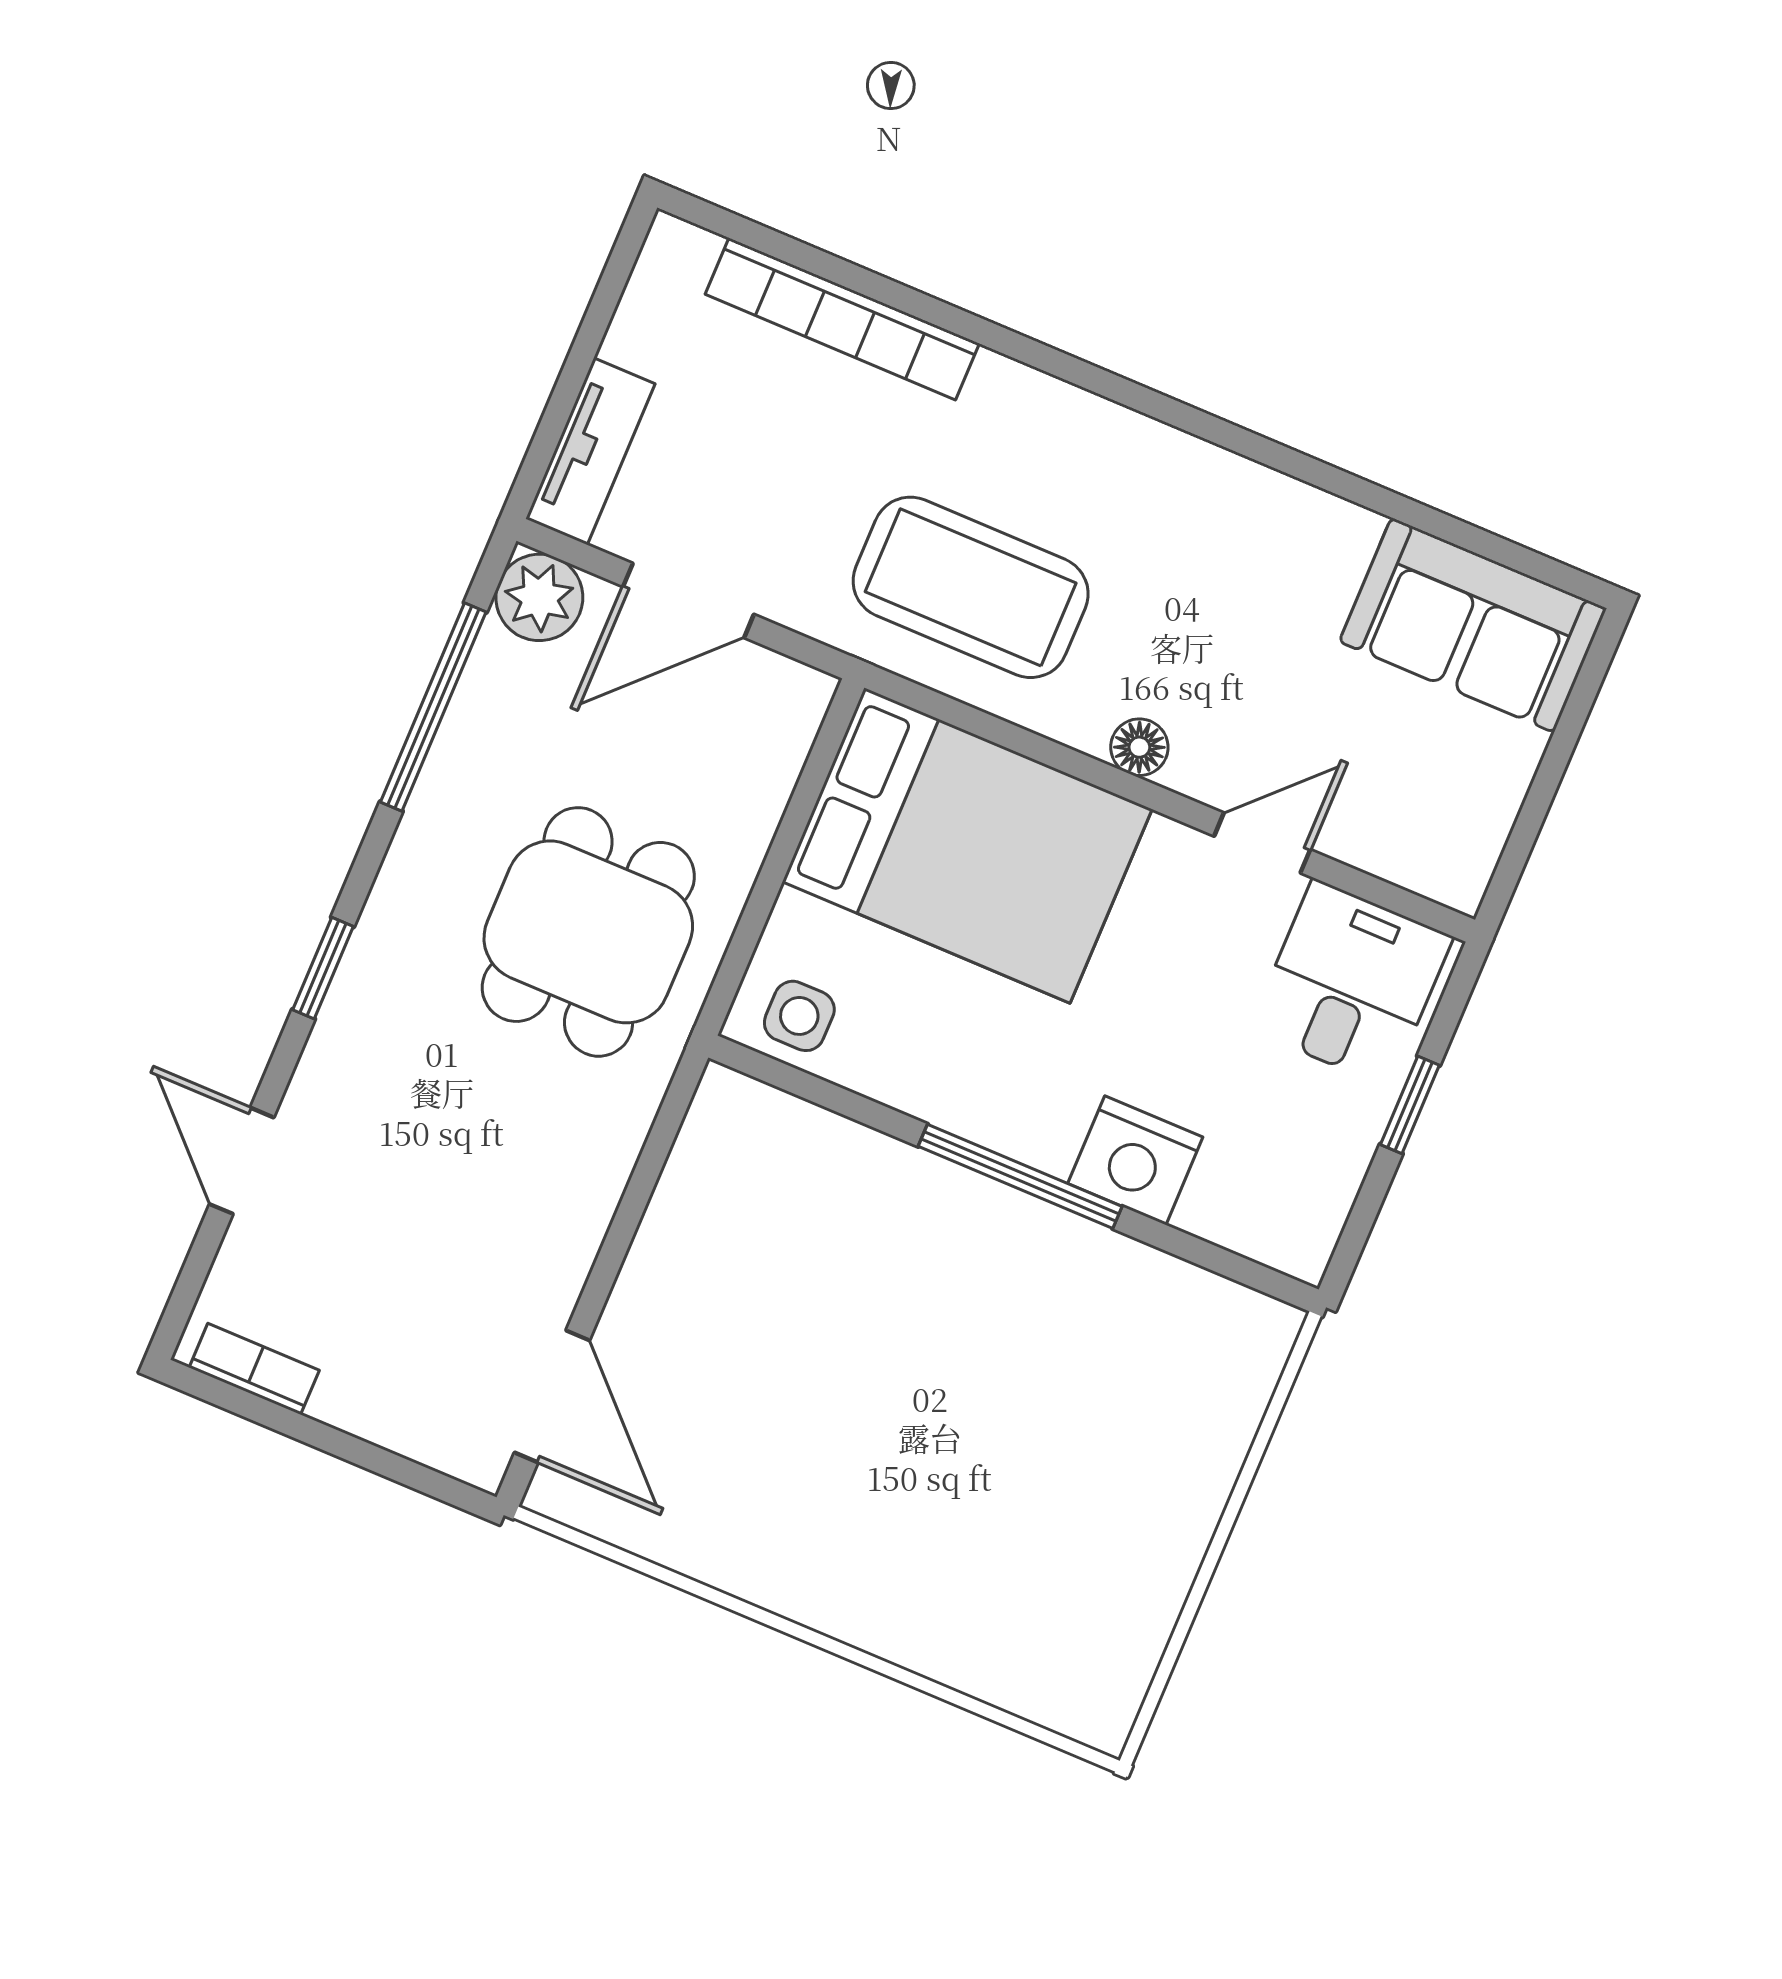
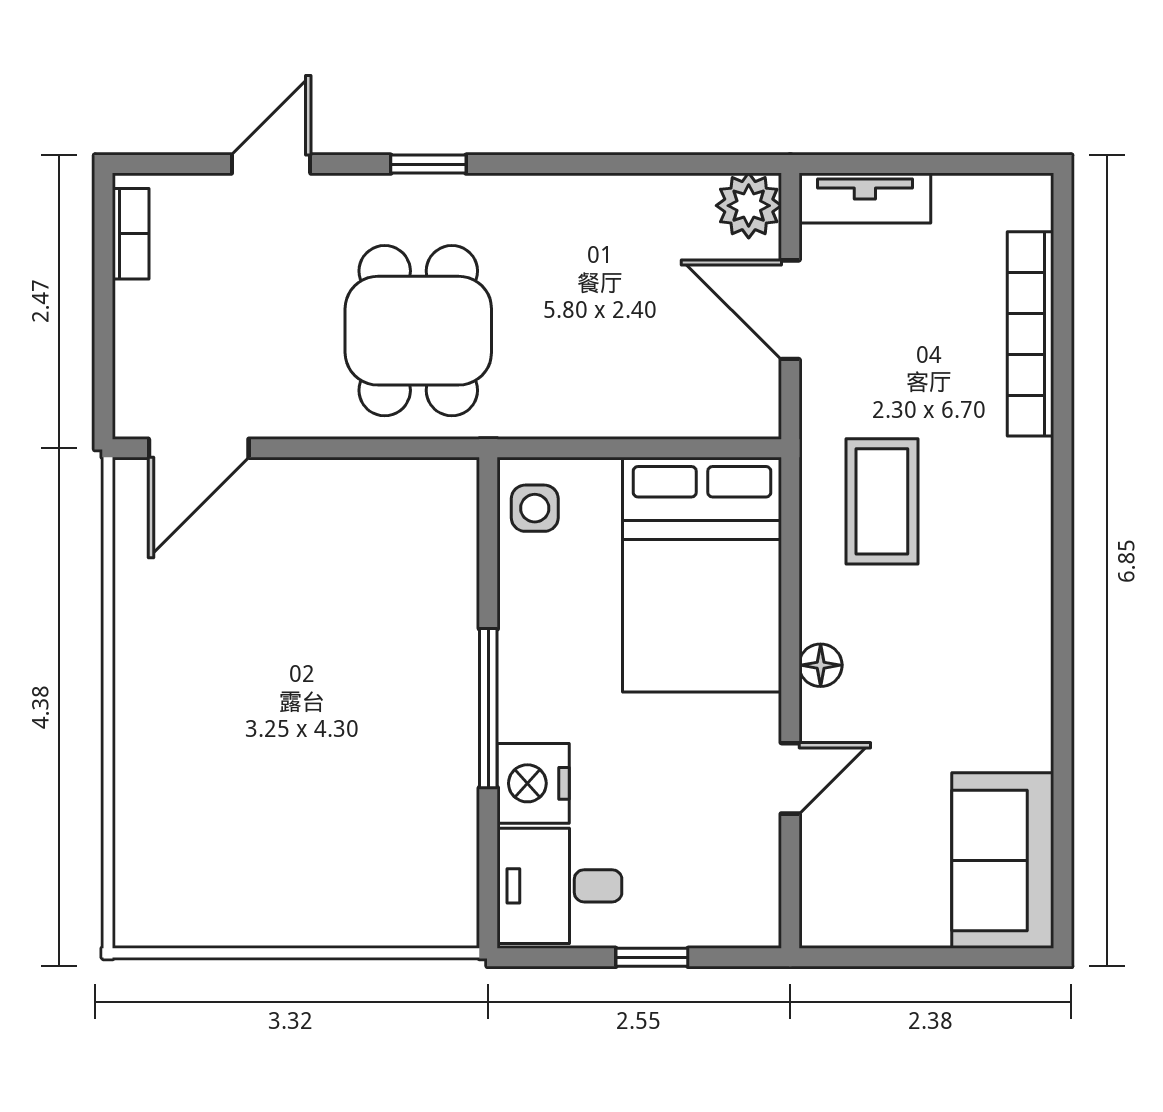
coffee table: (971, 587) -> (882, 501), width x0.73, depth x0.76
window: (433, 707) -> (642, 164), removed
door: (1262, 843) -> (790, 778), hinge flipped
dining table: (588, 932) -> (418, 331), moved, turned 90
desk: (1351, 983) -> (559, 886), moved, turned 180

